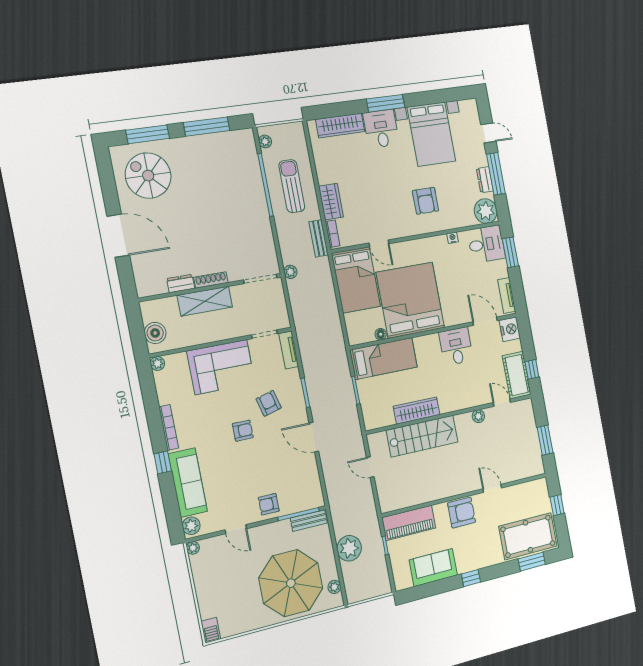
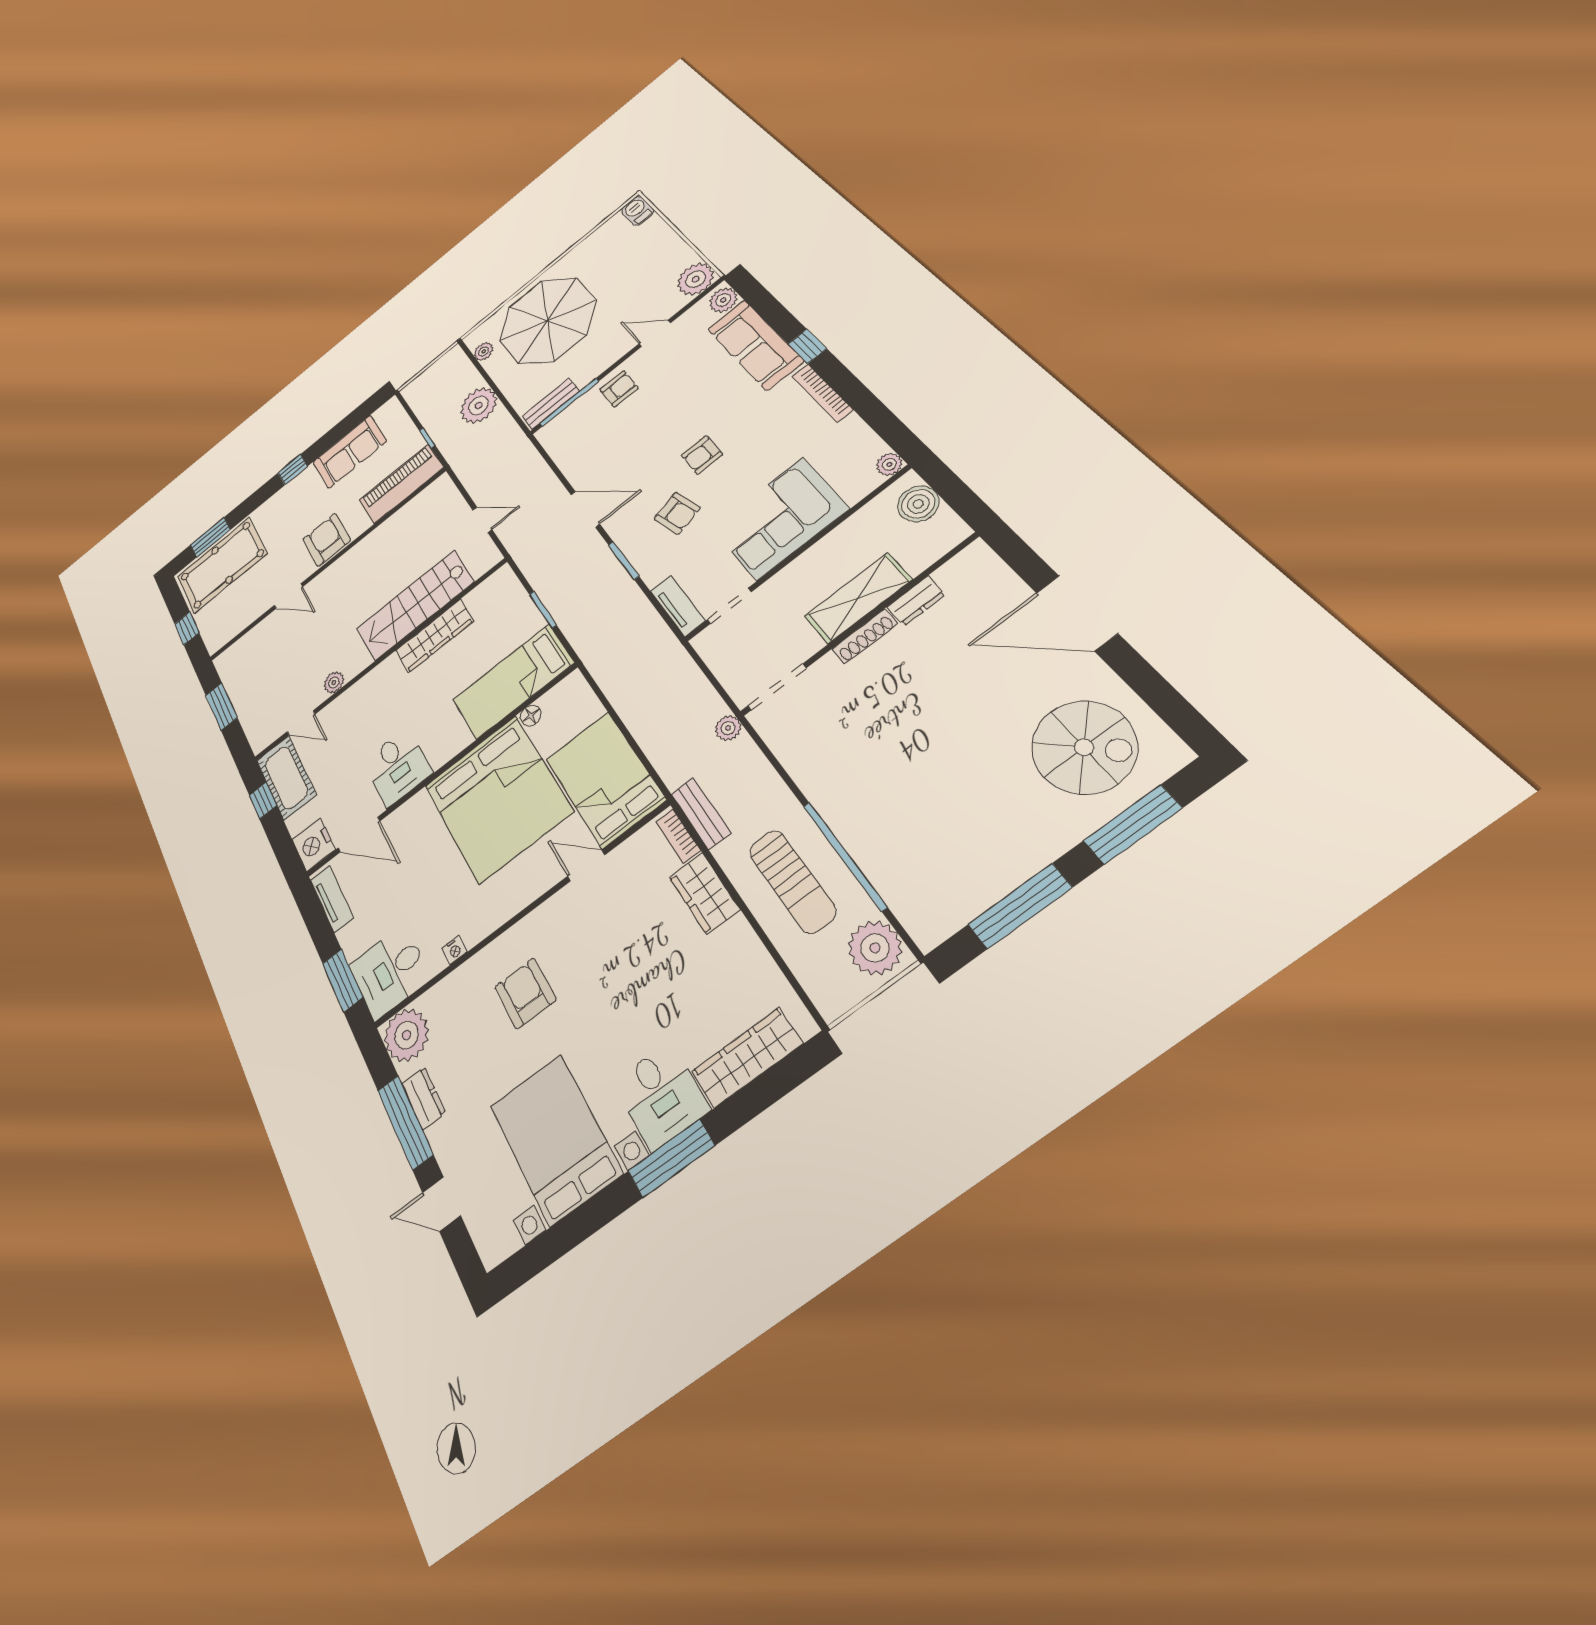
plant: (265, 141) -> (875, 948), width x1.87, depth x1.87
armchair: (462, 513) -> (327, 540), turned 90
plant: (193, 548) -> (696, 279), width x1.87, depth x1.87

